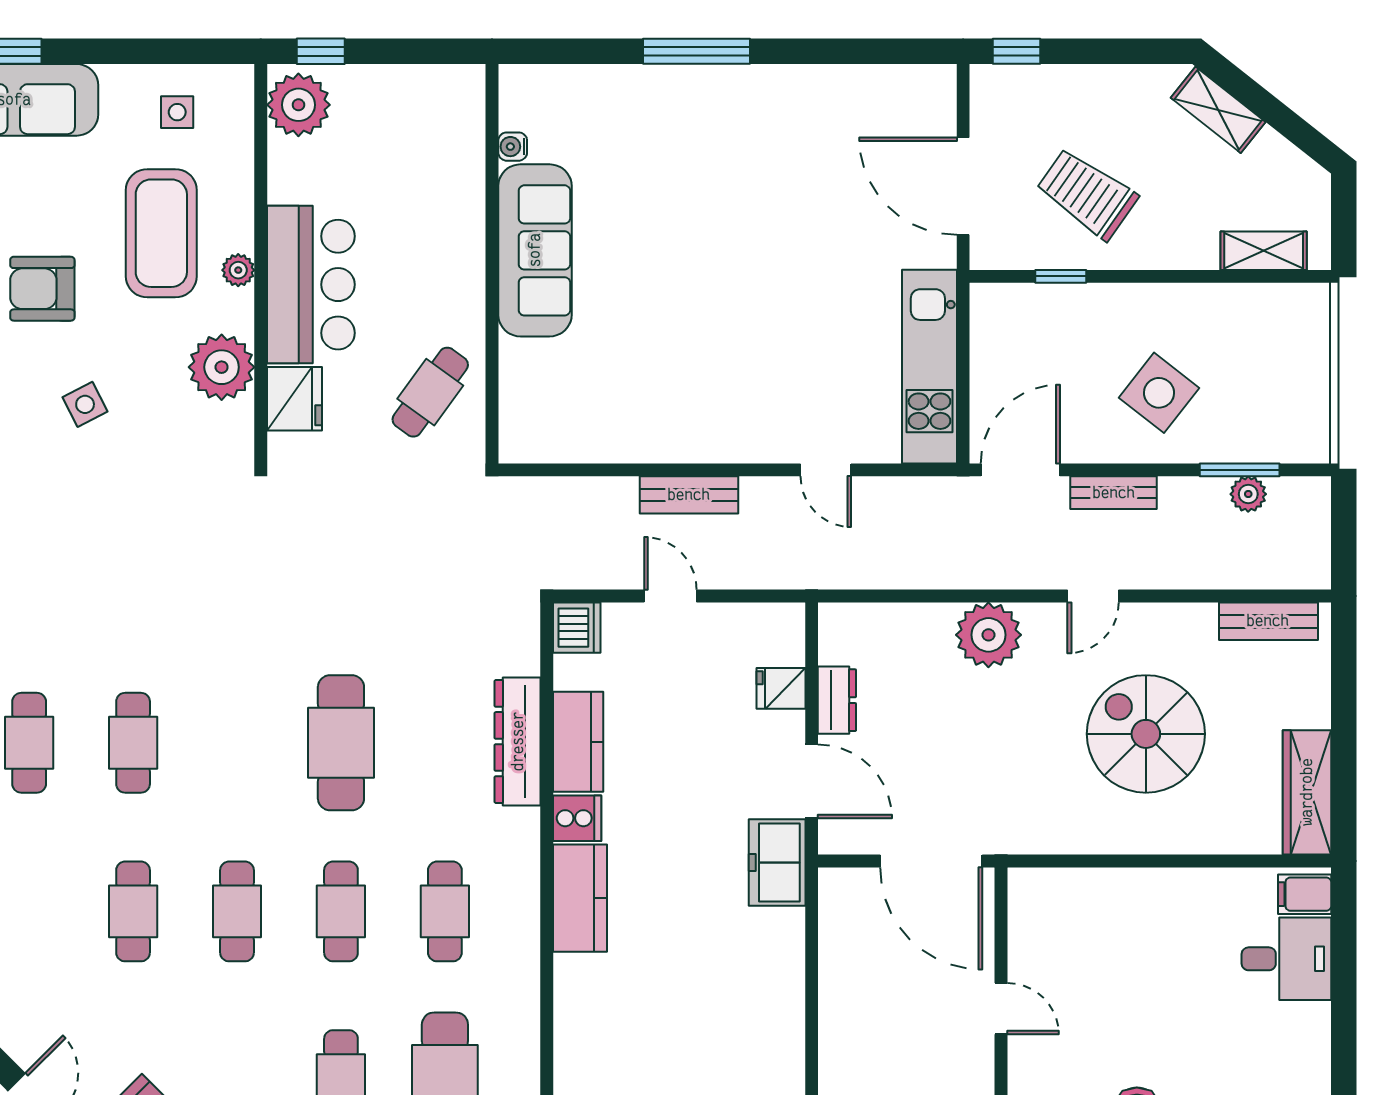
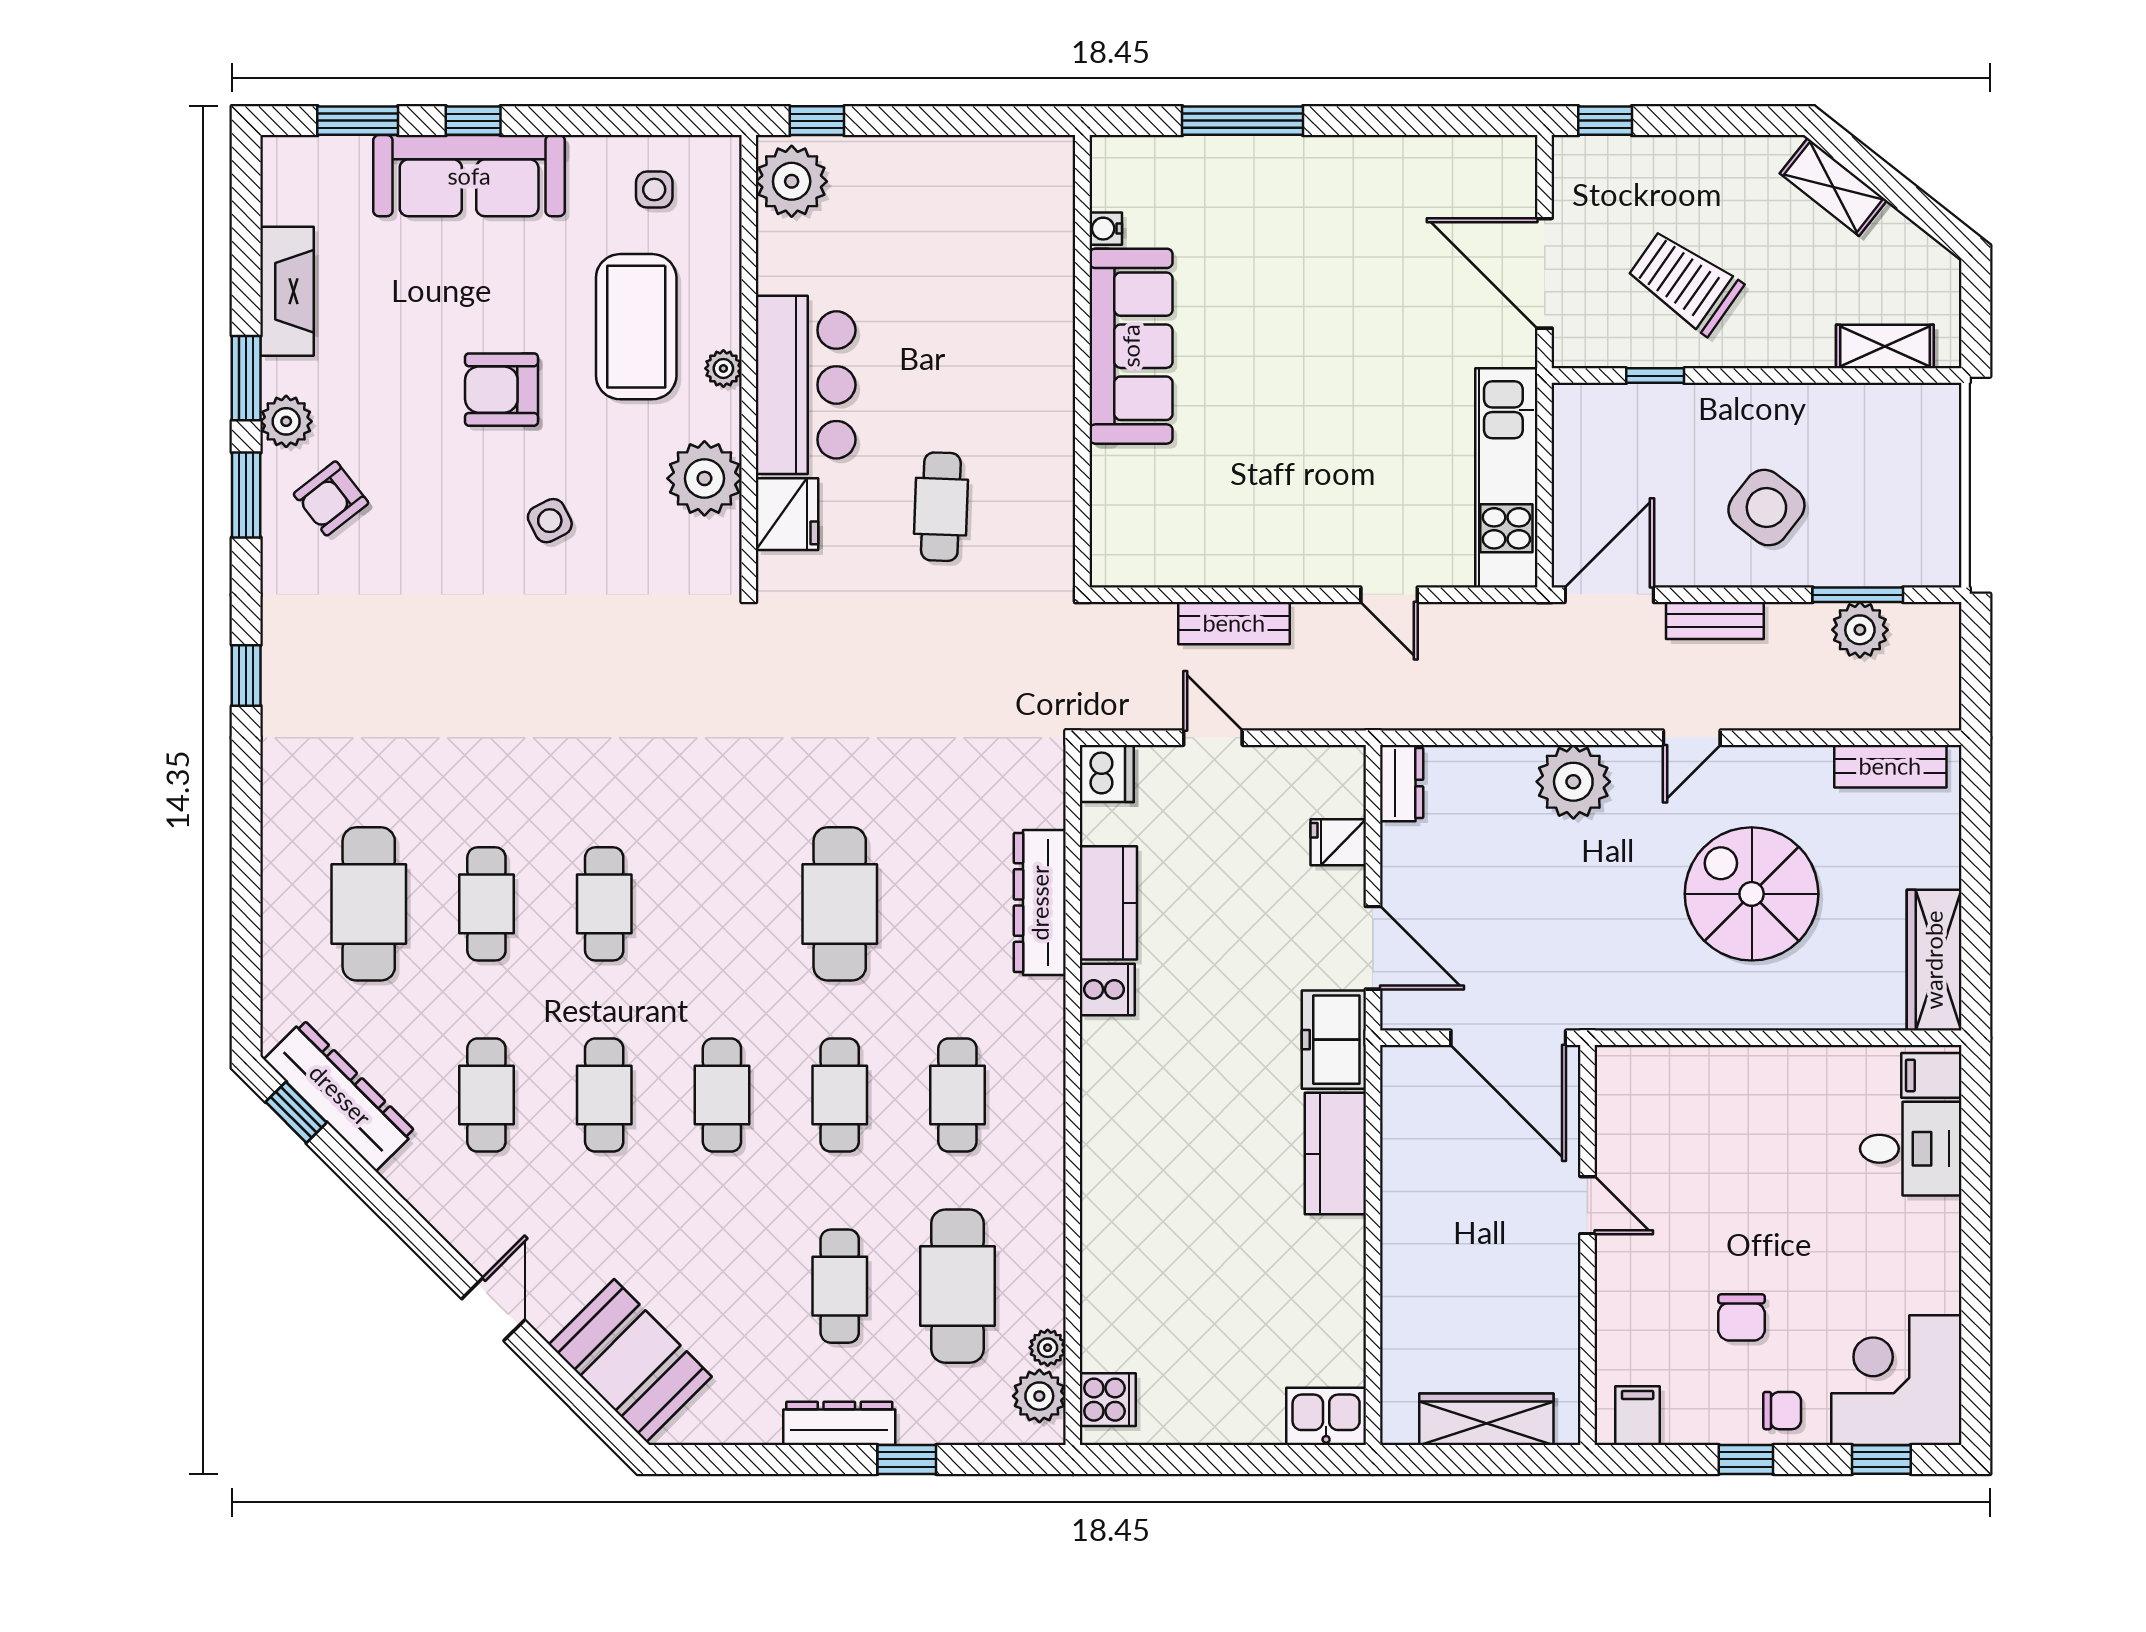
water cooler: (513, 147) -> (1106, 229), moved
sofa: (535, 250) -> (1131, 346), moved
wall: (492, 264) -> (1082, 361), moved
cafe table: (430, 392) -> (941, 507), turned -34
plant: (1248, 494) -> (1860, 630), width x1.38, depth x1.38
dresser: (837, 700) -> (1402, 783), moved
kitchen counter: (580, 898) -> (1335, 1154), moved, turned 180
cafe table: (29, 911) -> (486, 1095), added

